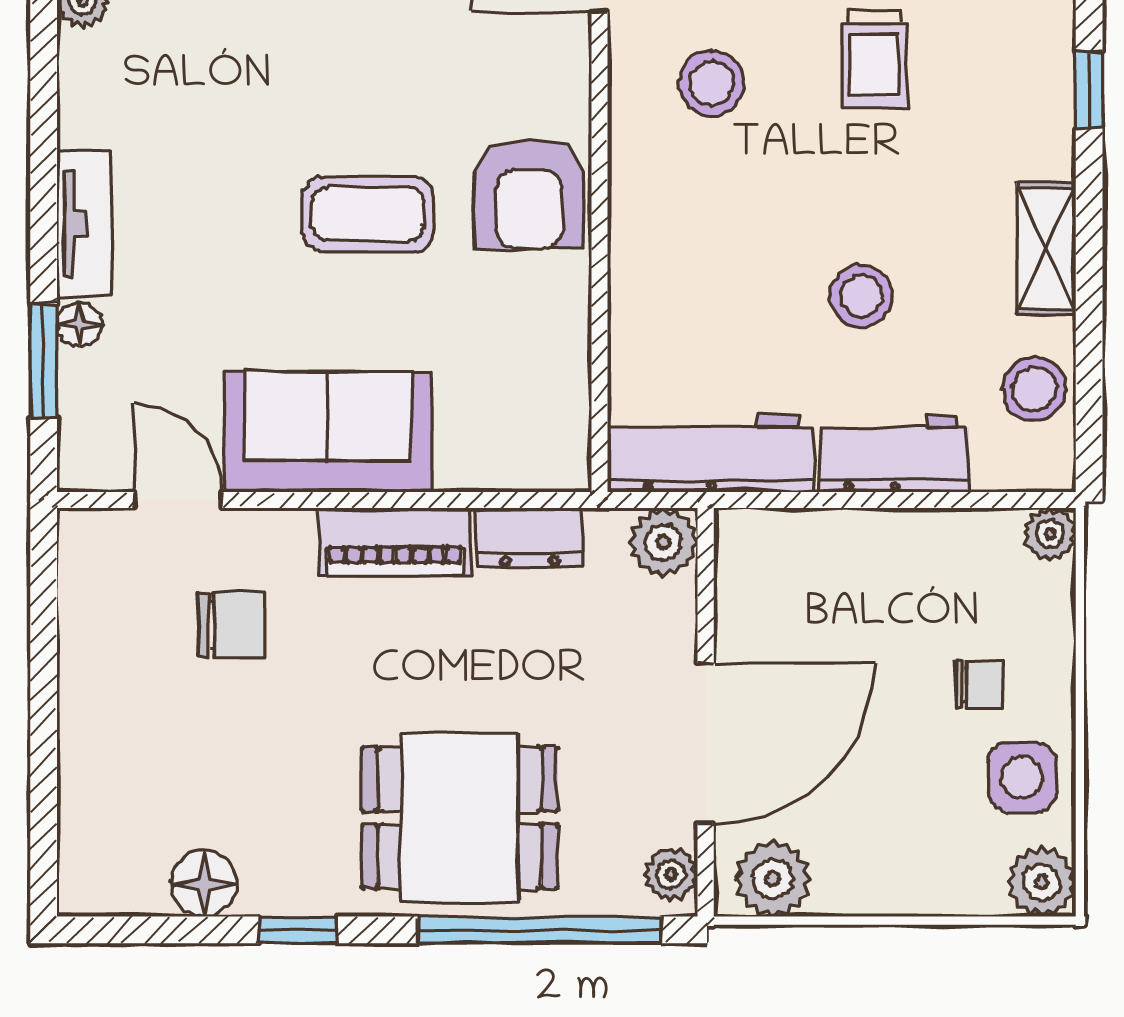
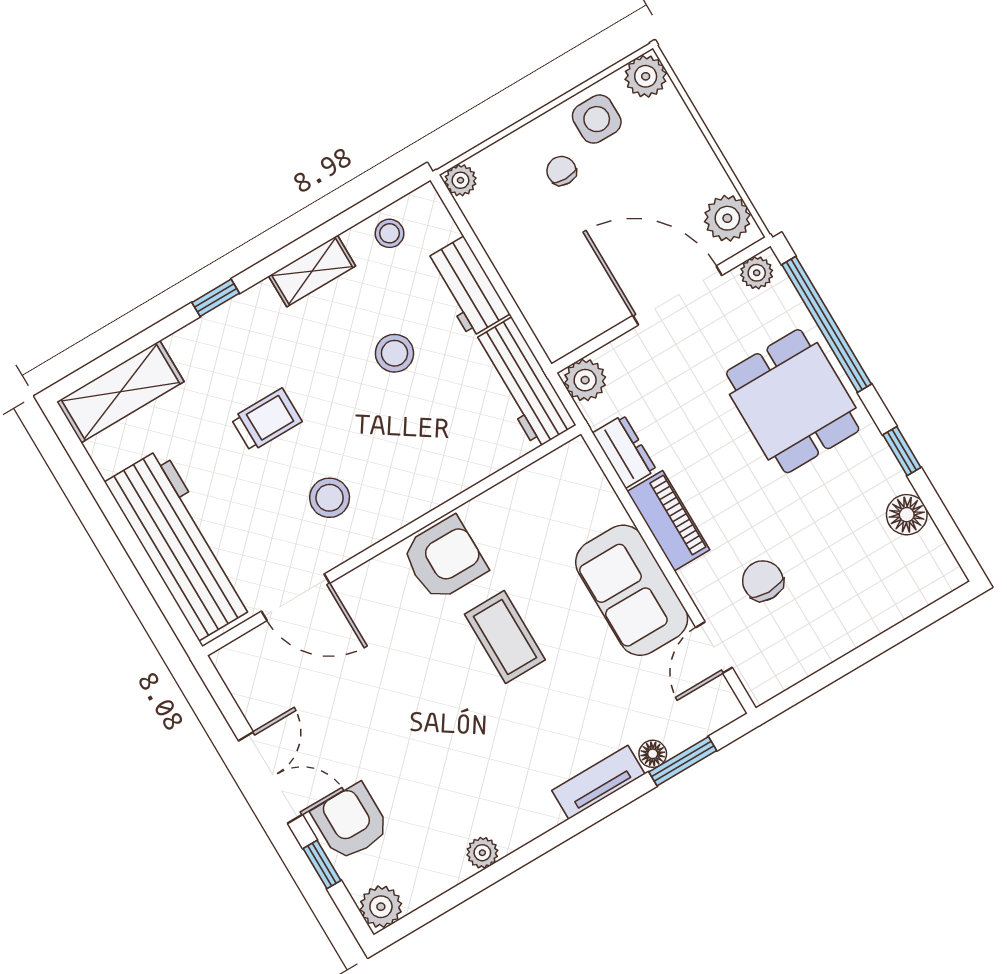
stool: (1034, 389) -> (390, 233), width x0.73, depth x0.73

